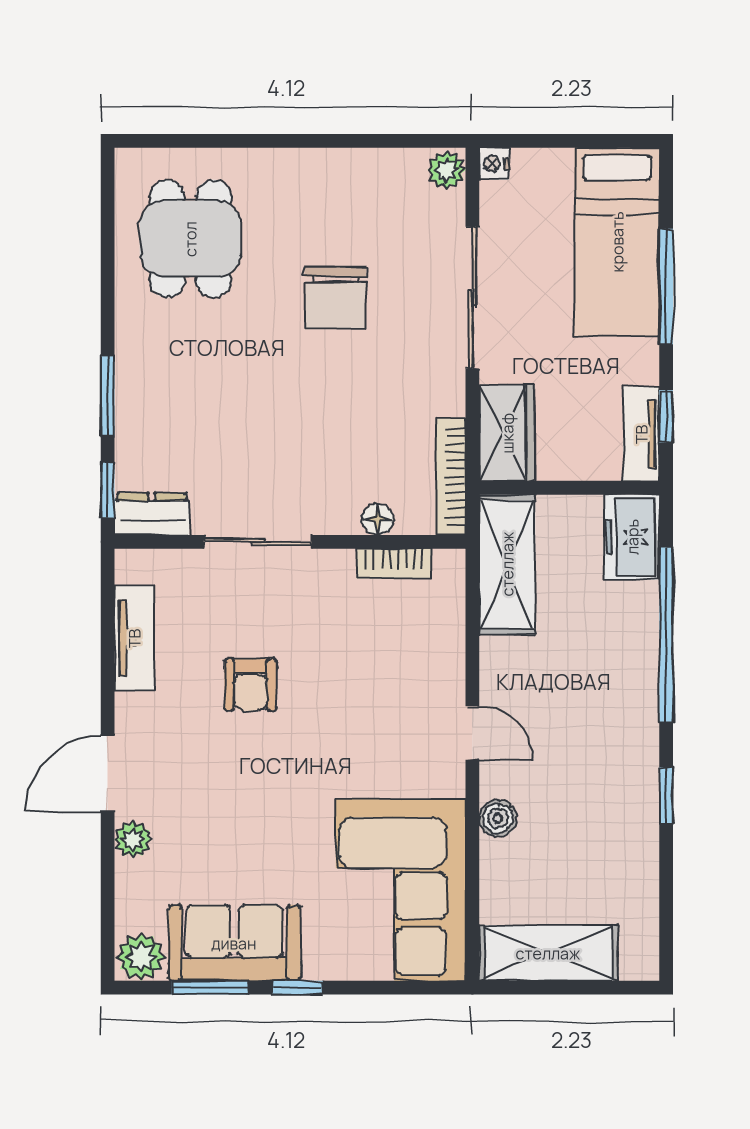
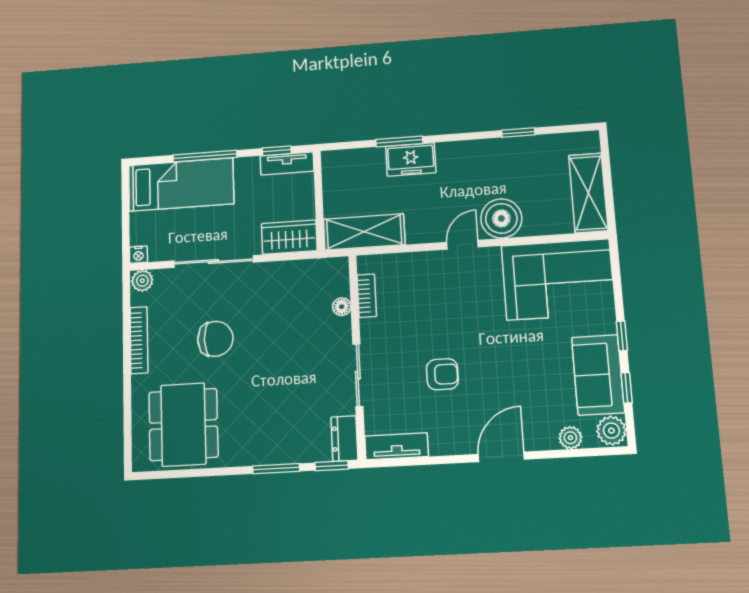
dining table: (190, 239) -> (183, 425), width x1.38
bookcase: (451, 476) -> (139, 340), moved, turned -90
freezer: (632, 537) -> (411, 159), moved
window: (666, 634) -> (399, 142), width x0.47
tv unit: (134, 638) -> (397, 446), moved
door: (108, 774) -> (501, 457), swing flipped
window: (666, 796) -> (518, 133), moved
boiler: (498, 818) -> (501, 218), width x1.86, depth x1.86
plant: (133, 840) -> (570, 438), moved
window: (210, 988) -> (627, 388), width x0.67

